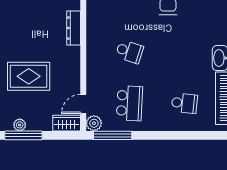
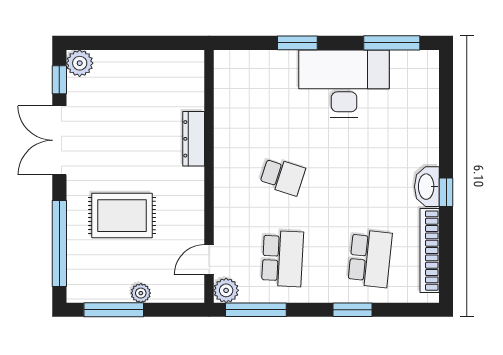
school desk: (184, 103) -> (370, 259), width x1.85
wardrobe: (67, 123) -> (182, 290), removed
plant: (20, 125) -> (141, 293), moved
window: (173, 135) -> (352, 310), added

